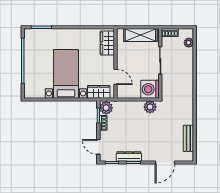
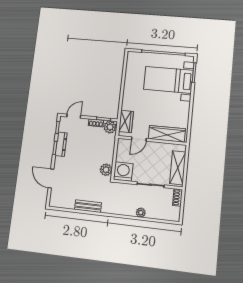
wardrobe: (107, 43) -> (167, 134), width x1.50
plant: (189, 43) -> (141, 213), moved
bed with nightstands: (66, 74) -> (168, 80), moved, turned 180
bench: (188, 138) -> (88, 206), moved

